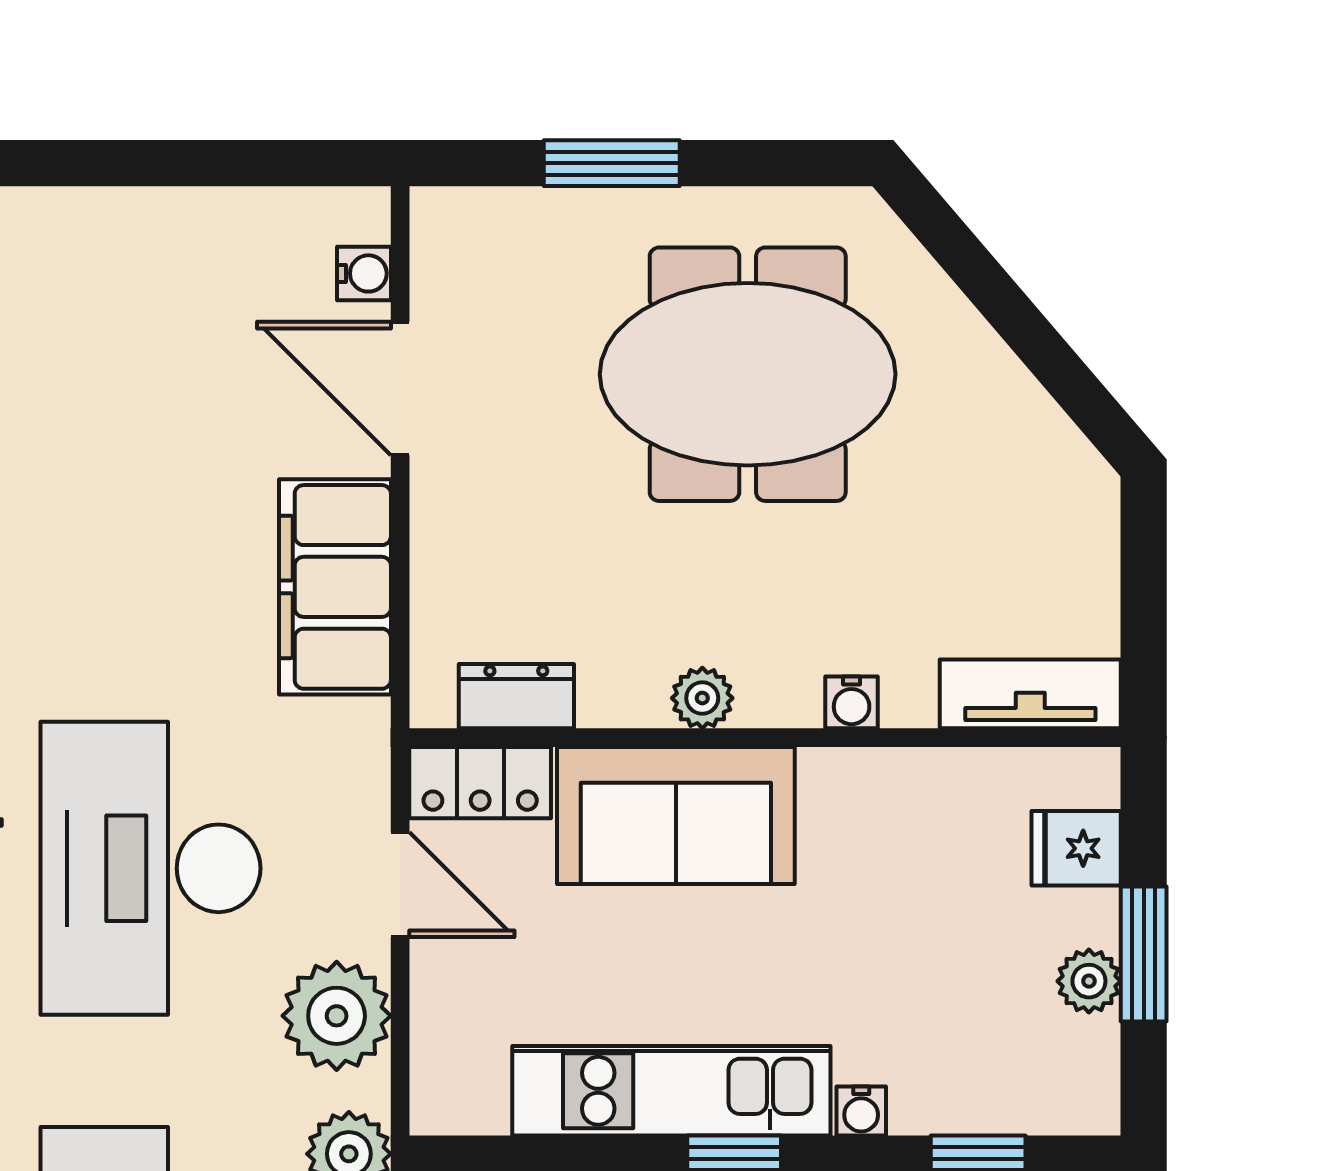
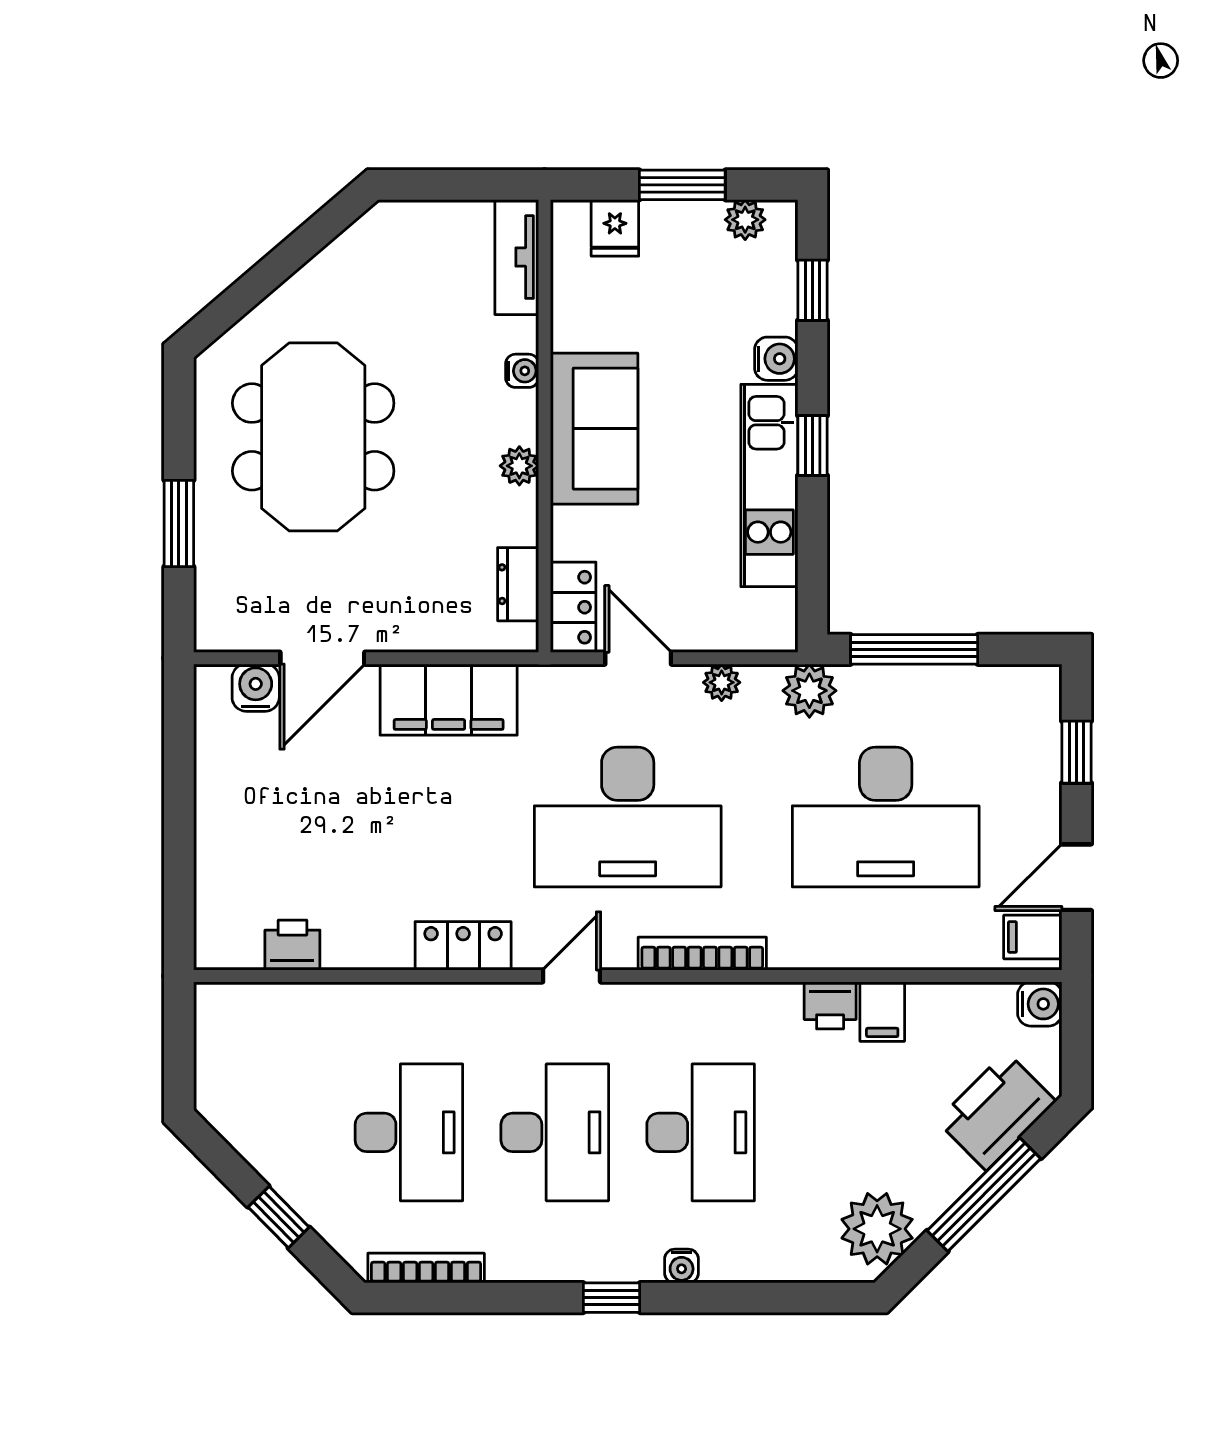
water cooler: (364, 273) -> (256, 688), width x1.38, depth x1.38
sofa: (676, 816) -> (594, 429), moved
door: (400, 885) -> (638, 658), hinge flipped
plant: (1089, 981) -> (745, 220), moved
plant: (337, 1016) -> (722, 682), width x0.53, depth x0.53
water cooler: (861, 1111) -> (776, 359), width x1.38, depth x1.38

